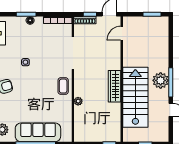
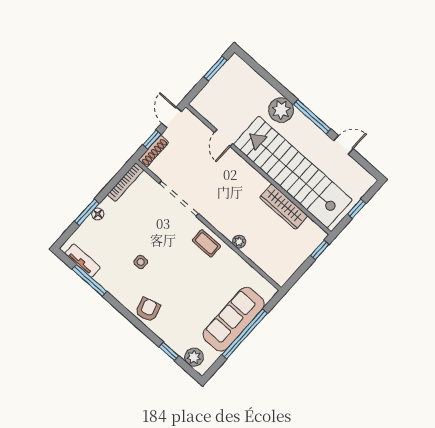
door: (122, 33) -> (223, 138), moved
plant: (161, 80) -> (281, 110), moved
wardrobe: (115, 86) -> (284, 207), moved
stairs: (135, 97) -> (293, 172), width x1.36

